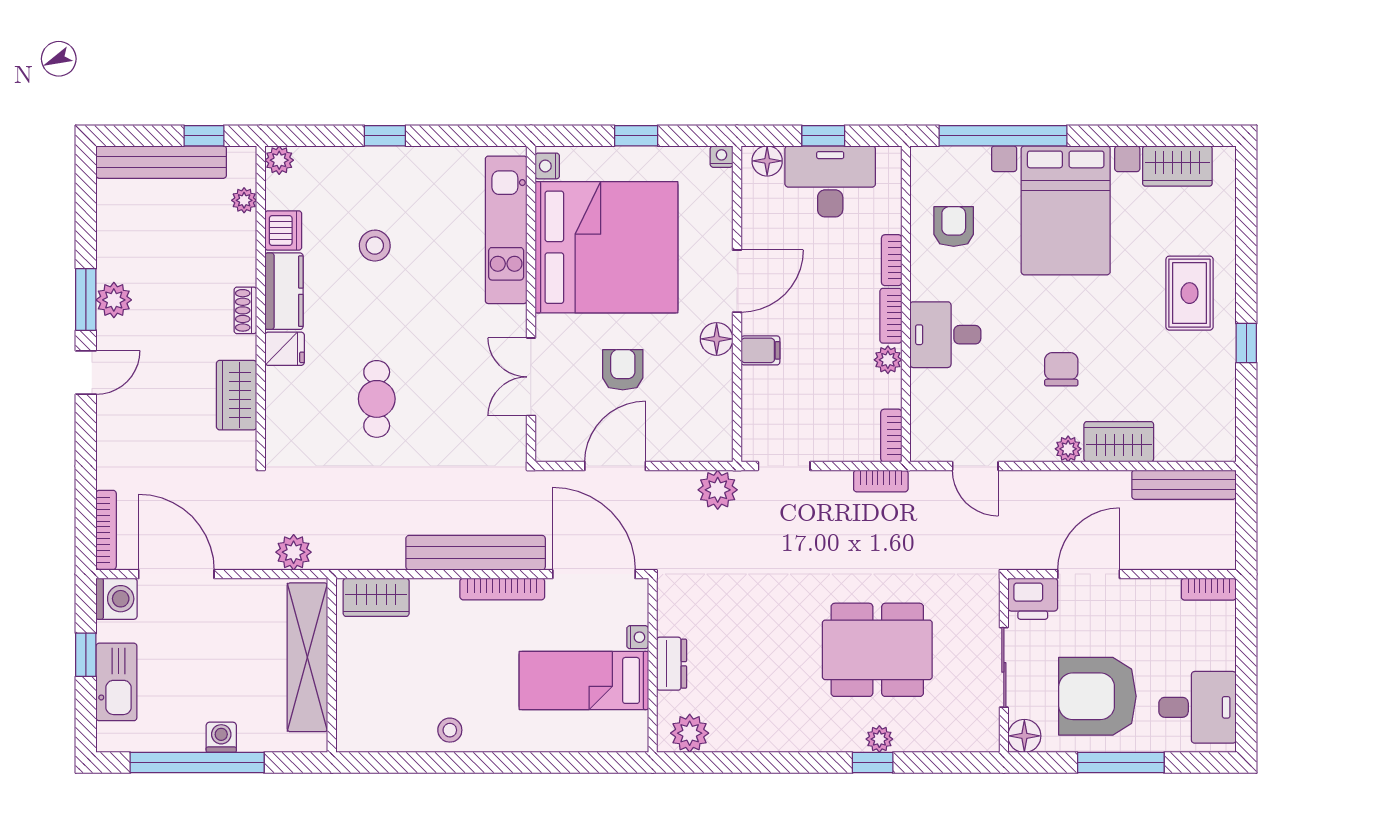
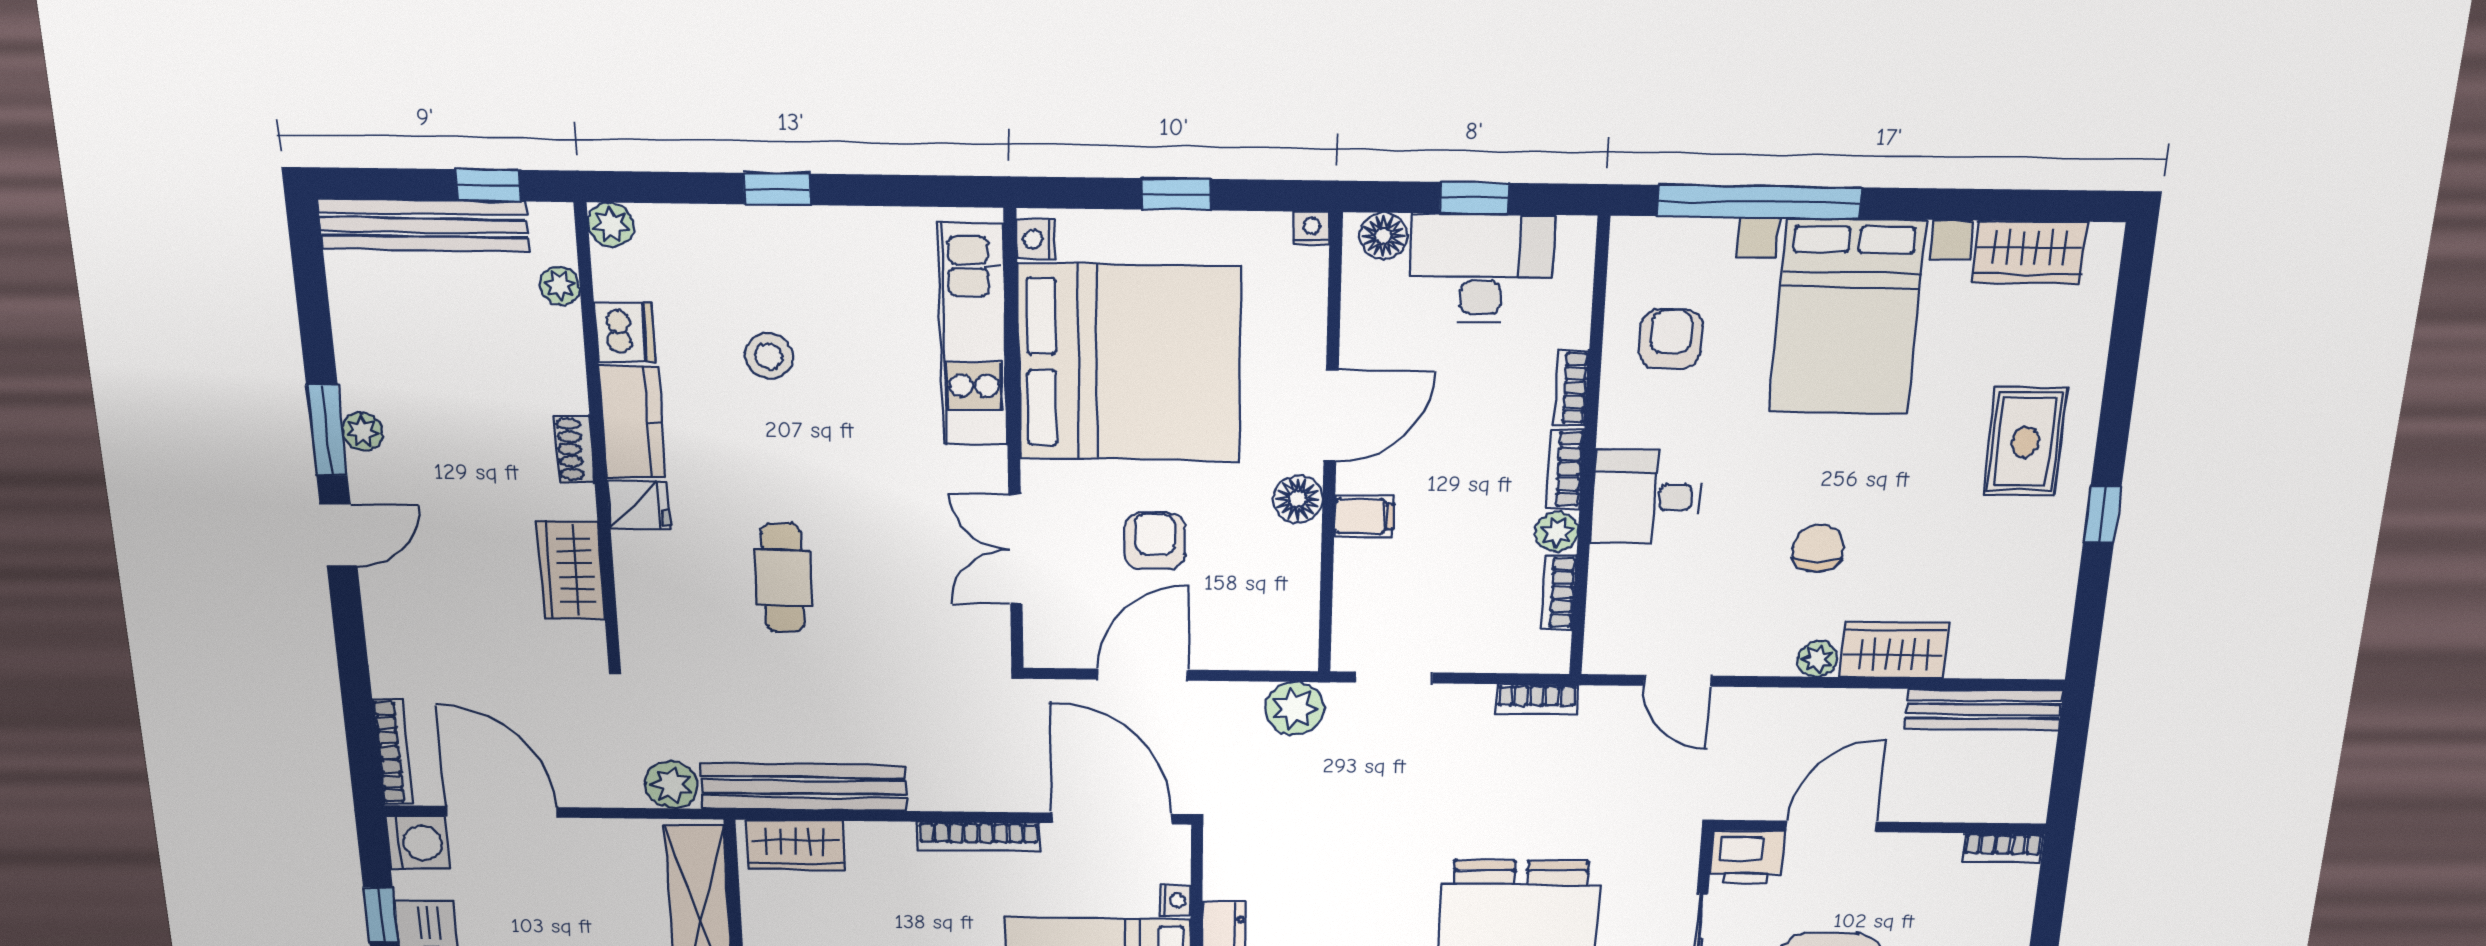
plant: (114, 300) -> (363, 431), width x0.73, depth x0.73
bookcase: (891, 436) -> (1558, 592), moved
bench: (476, 553) -> (804, 787), moved

